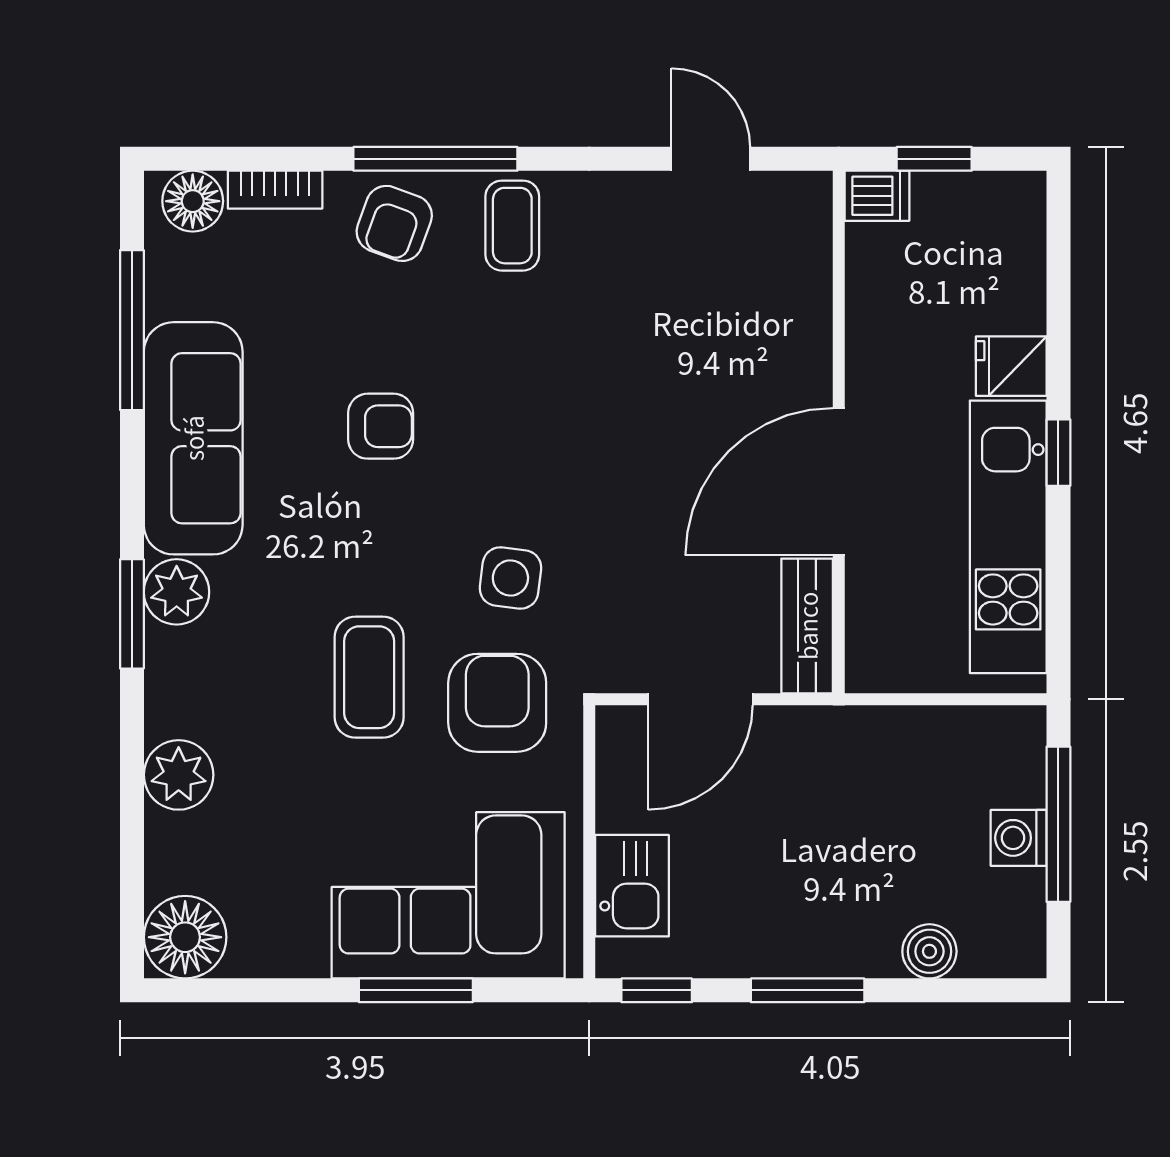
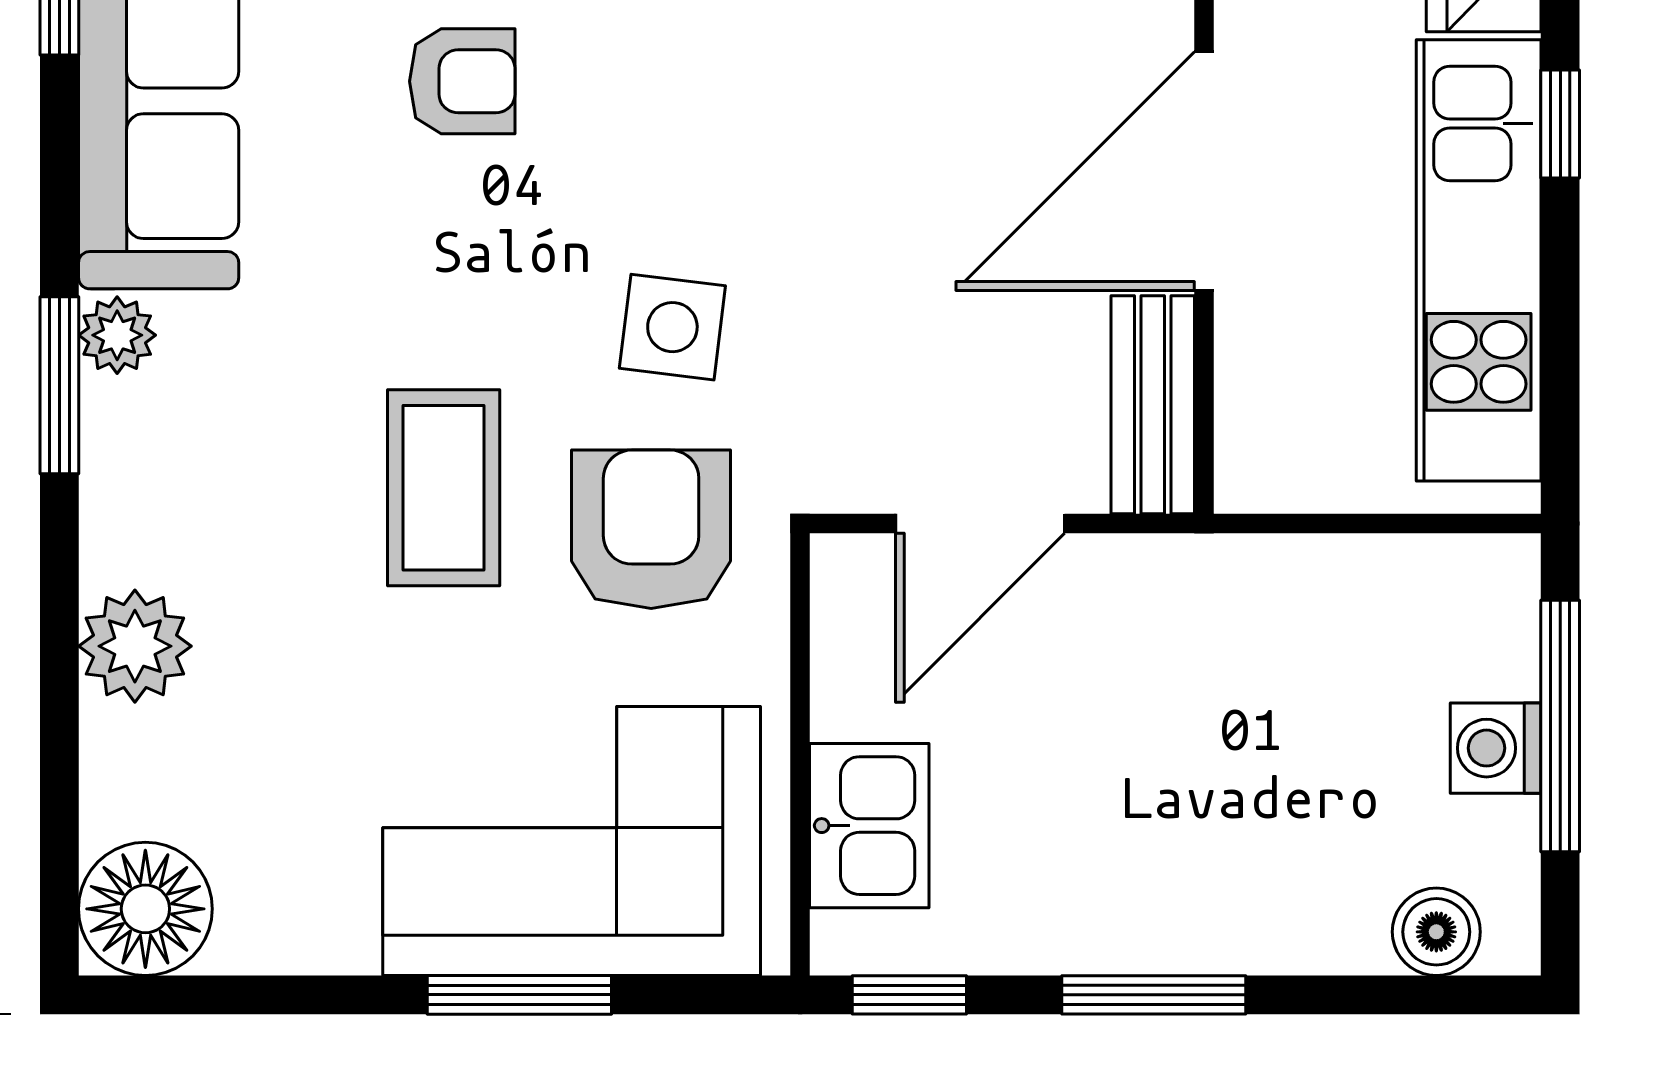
plant: (177, 592) -> (117, 335), width x0.73, depth x0.73
boiler: (929, 951) -> (1436, 932), moved

